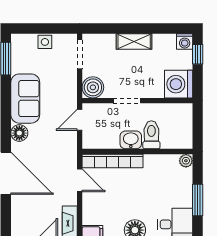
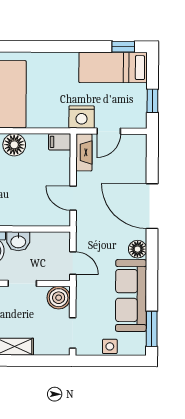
sofa: (25, 99) -> (131, 296), width x1.36
door: (80, 120) -> (73, 263), hinge flipped
bookcase: (113, 161) -> (38, 219), removed

